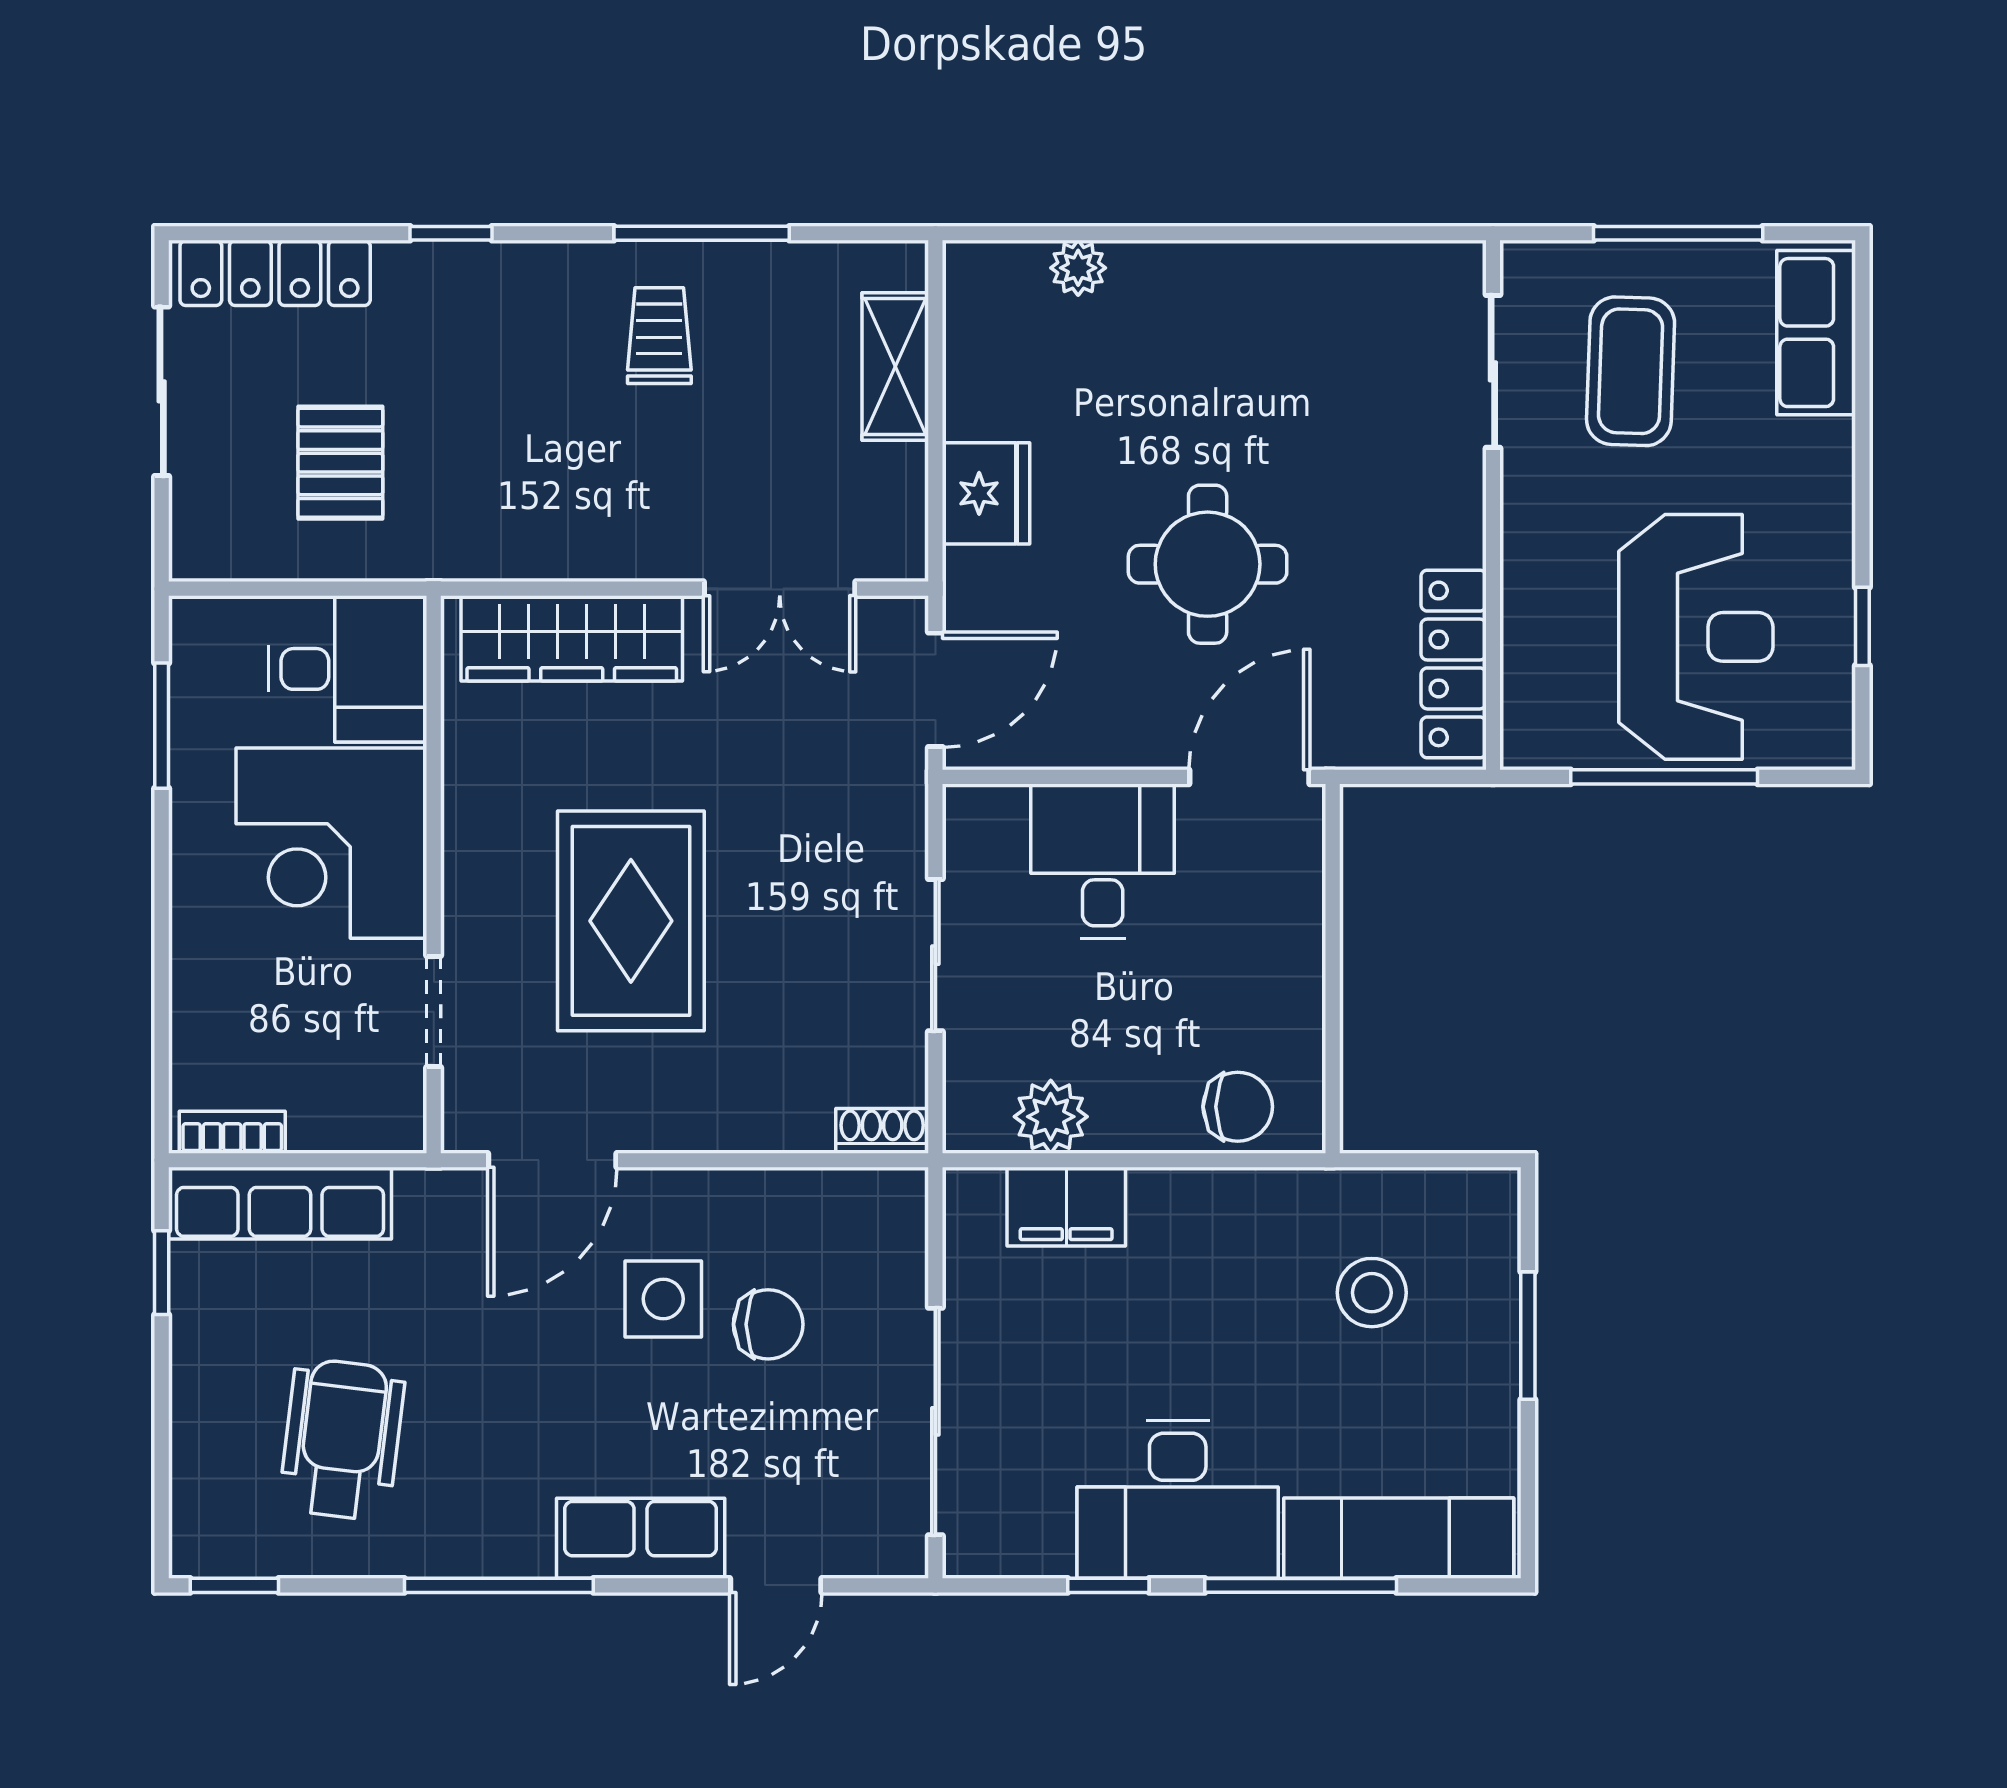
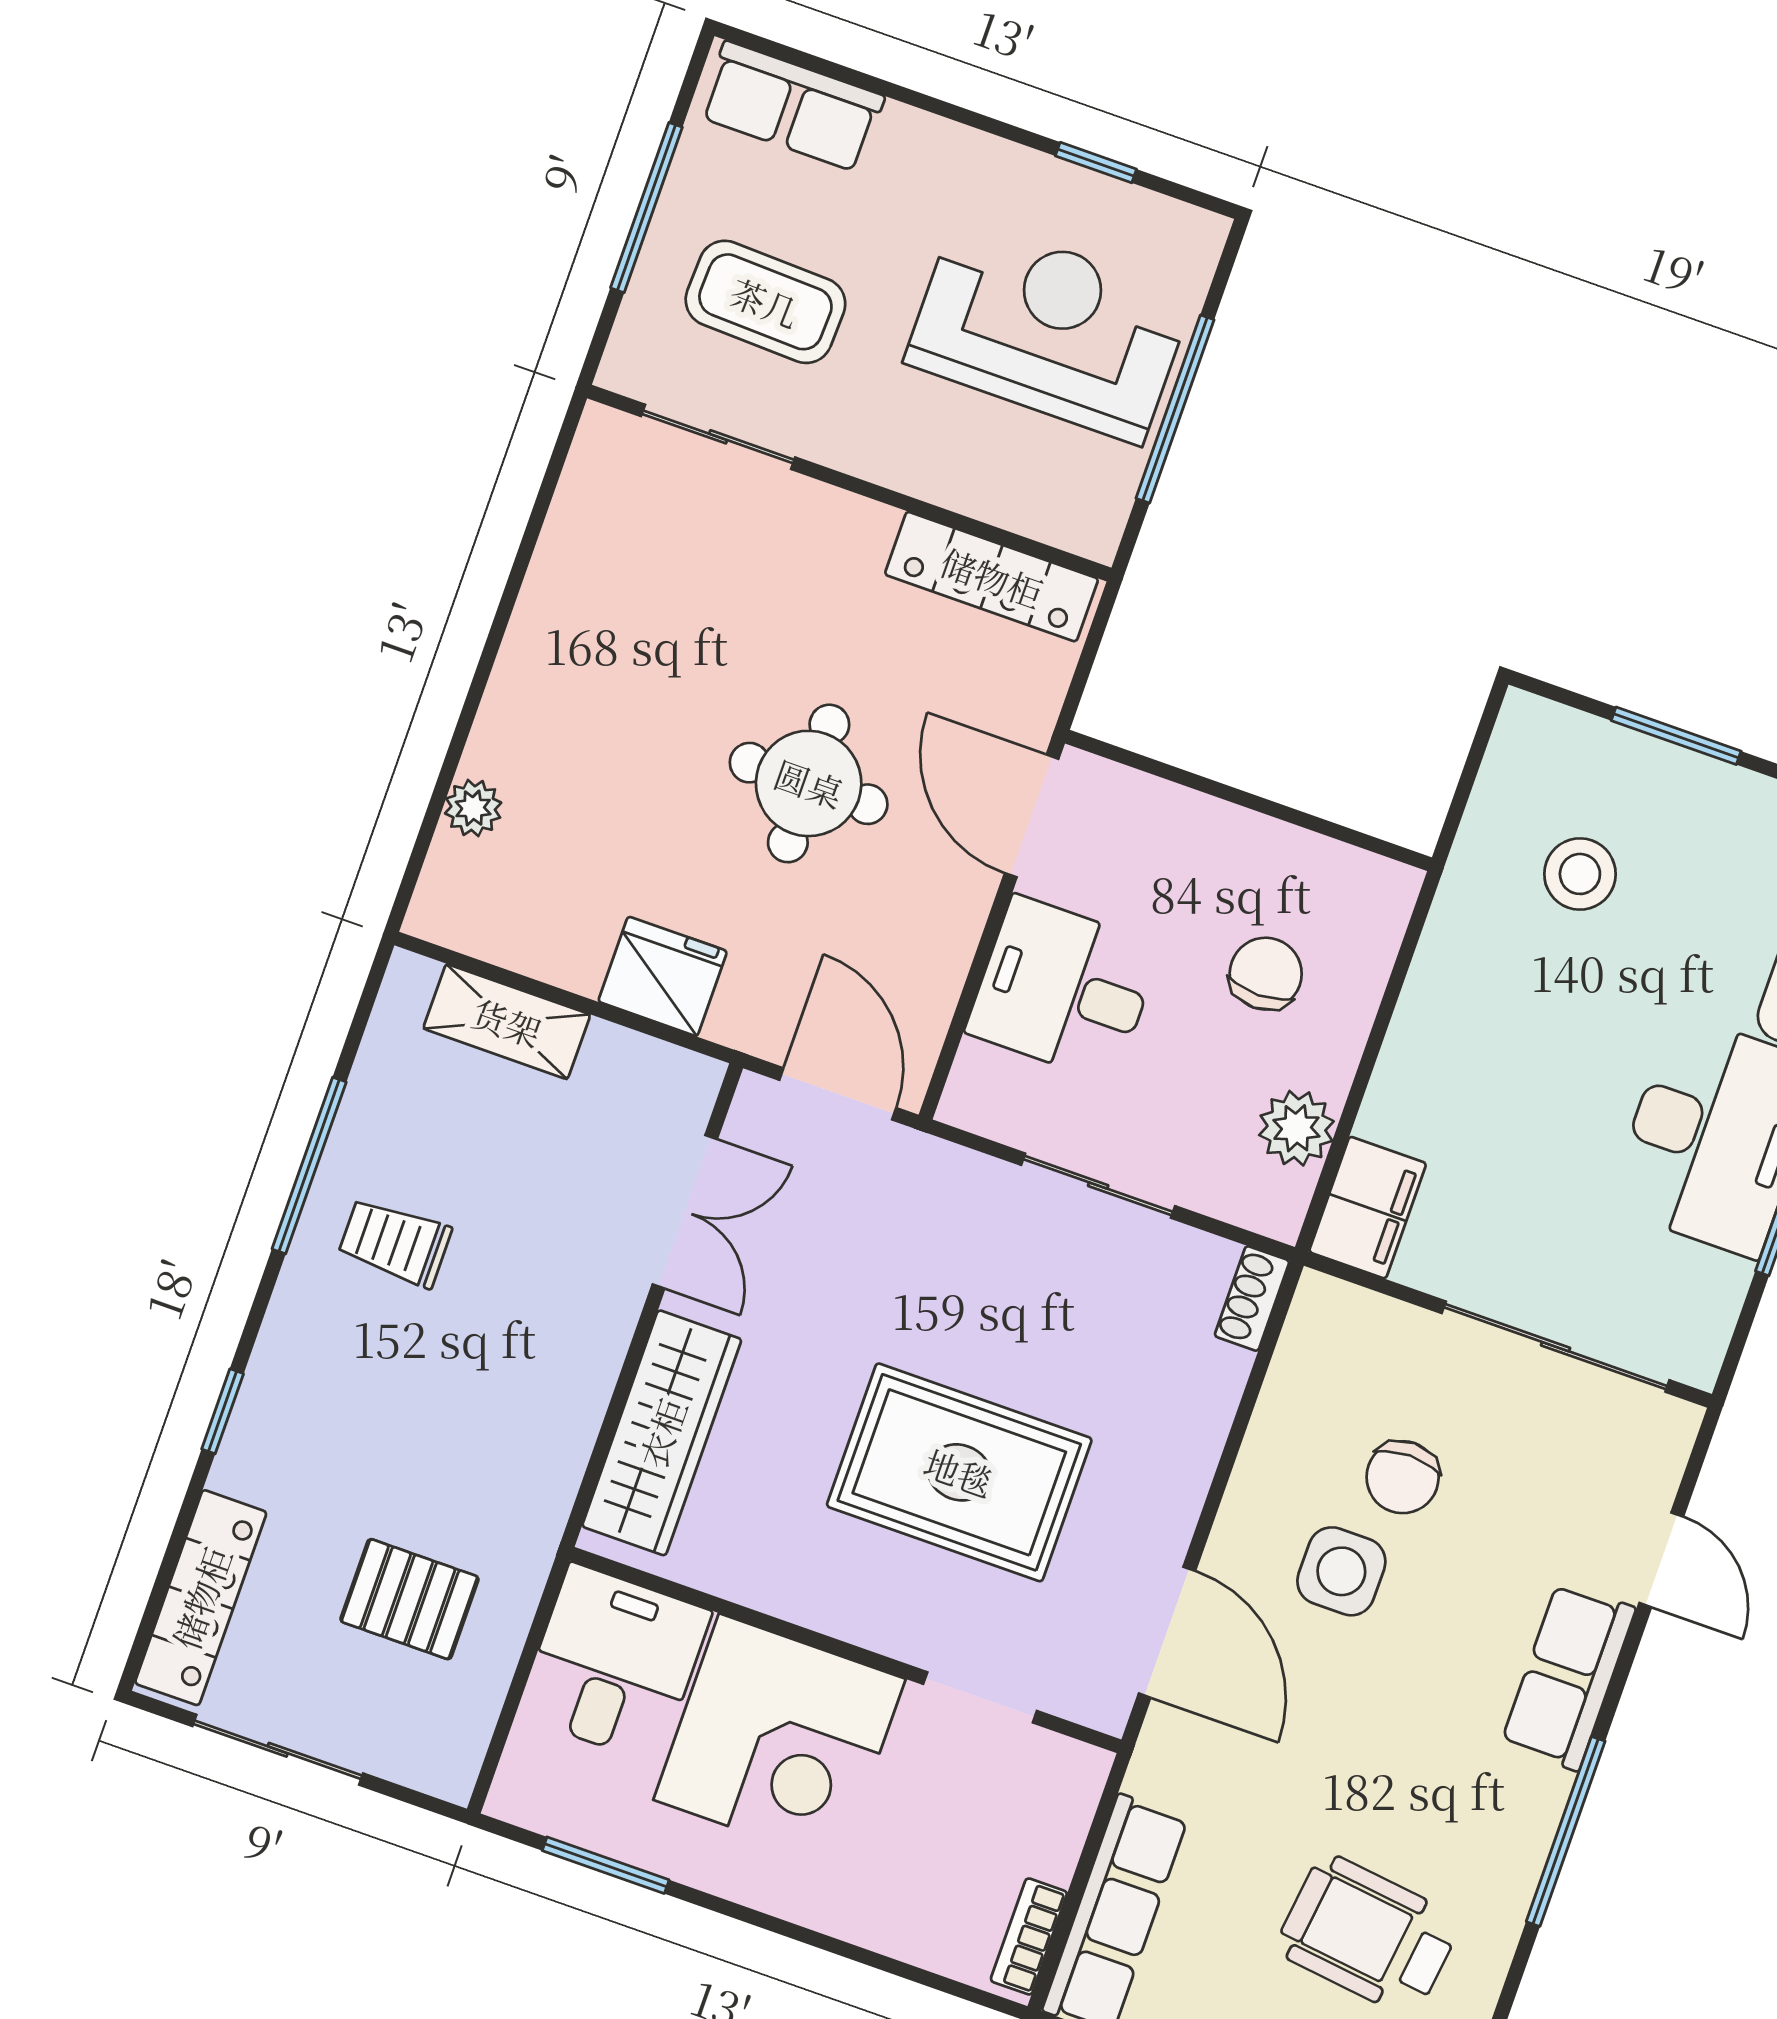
chair: (1238, 1107) -> (1266, 974), moved
filing cabinet: (1066, 1207) -> (1368, 1208), moved
chair: (768, 1324) -> (1403, 1477), turned 180

